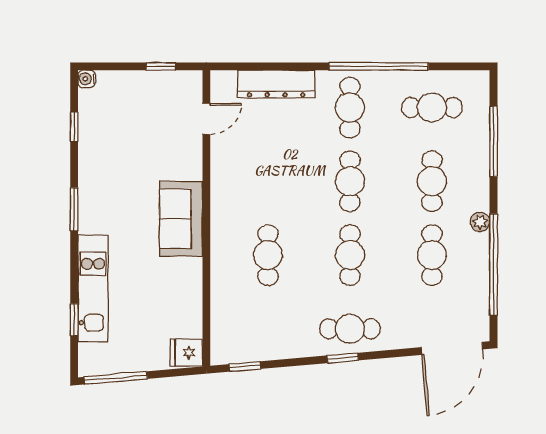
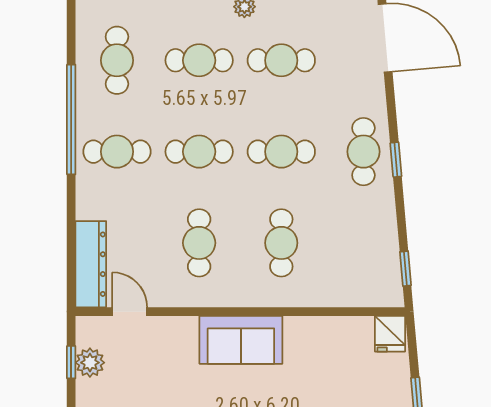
plant: (161, 83) -> (90, 363), added
dresser: (276, 84) -> (91, 264), moved
cafe table: (268, 181) -> (199, 243), added
cafe table: (268, 255) -> (281, 243), turned 90

